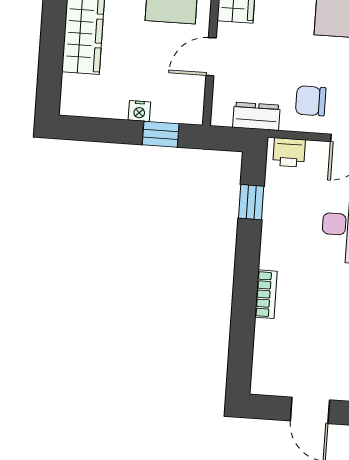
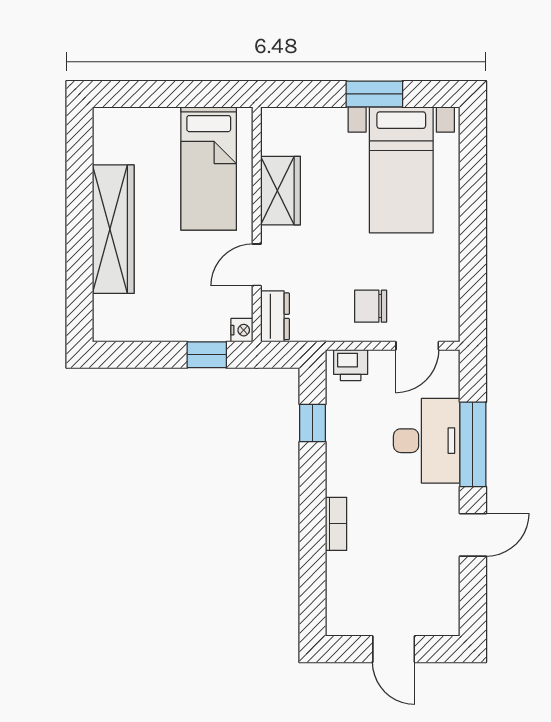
nightstand: (139, 111) -> (242, 330), moved, turned -90
dresser: (256, 116) -> (275, 316), moved, turned 90

